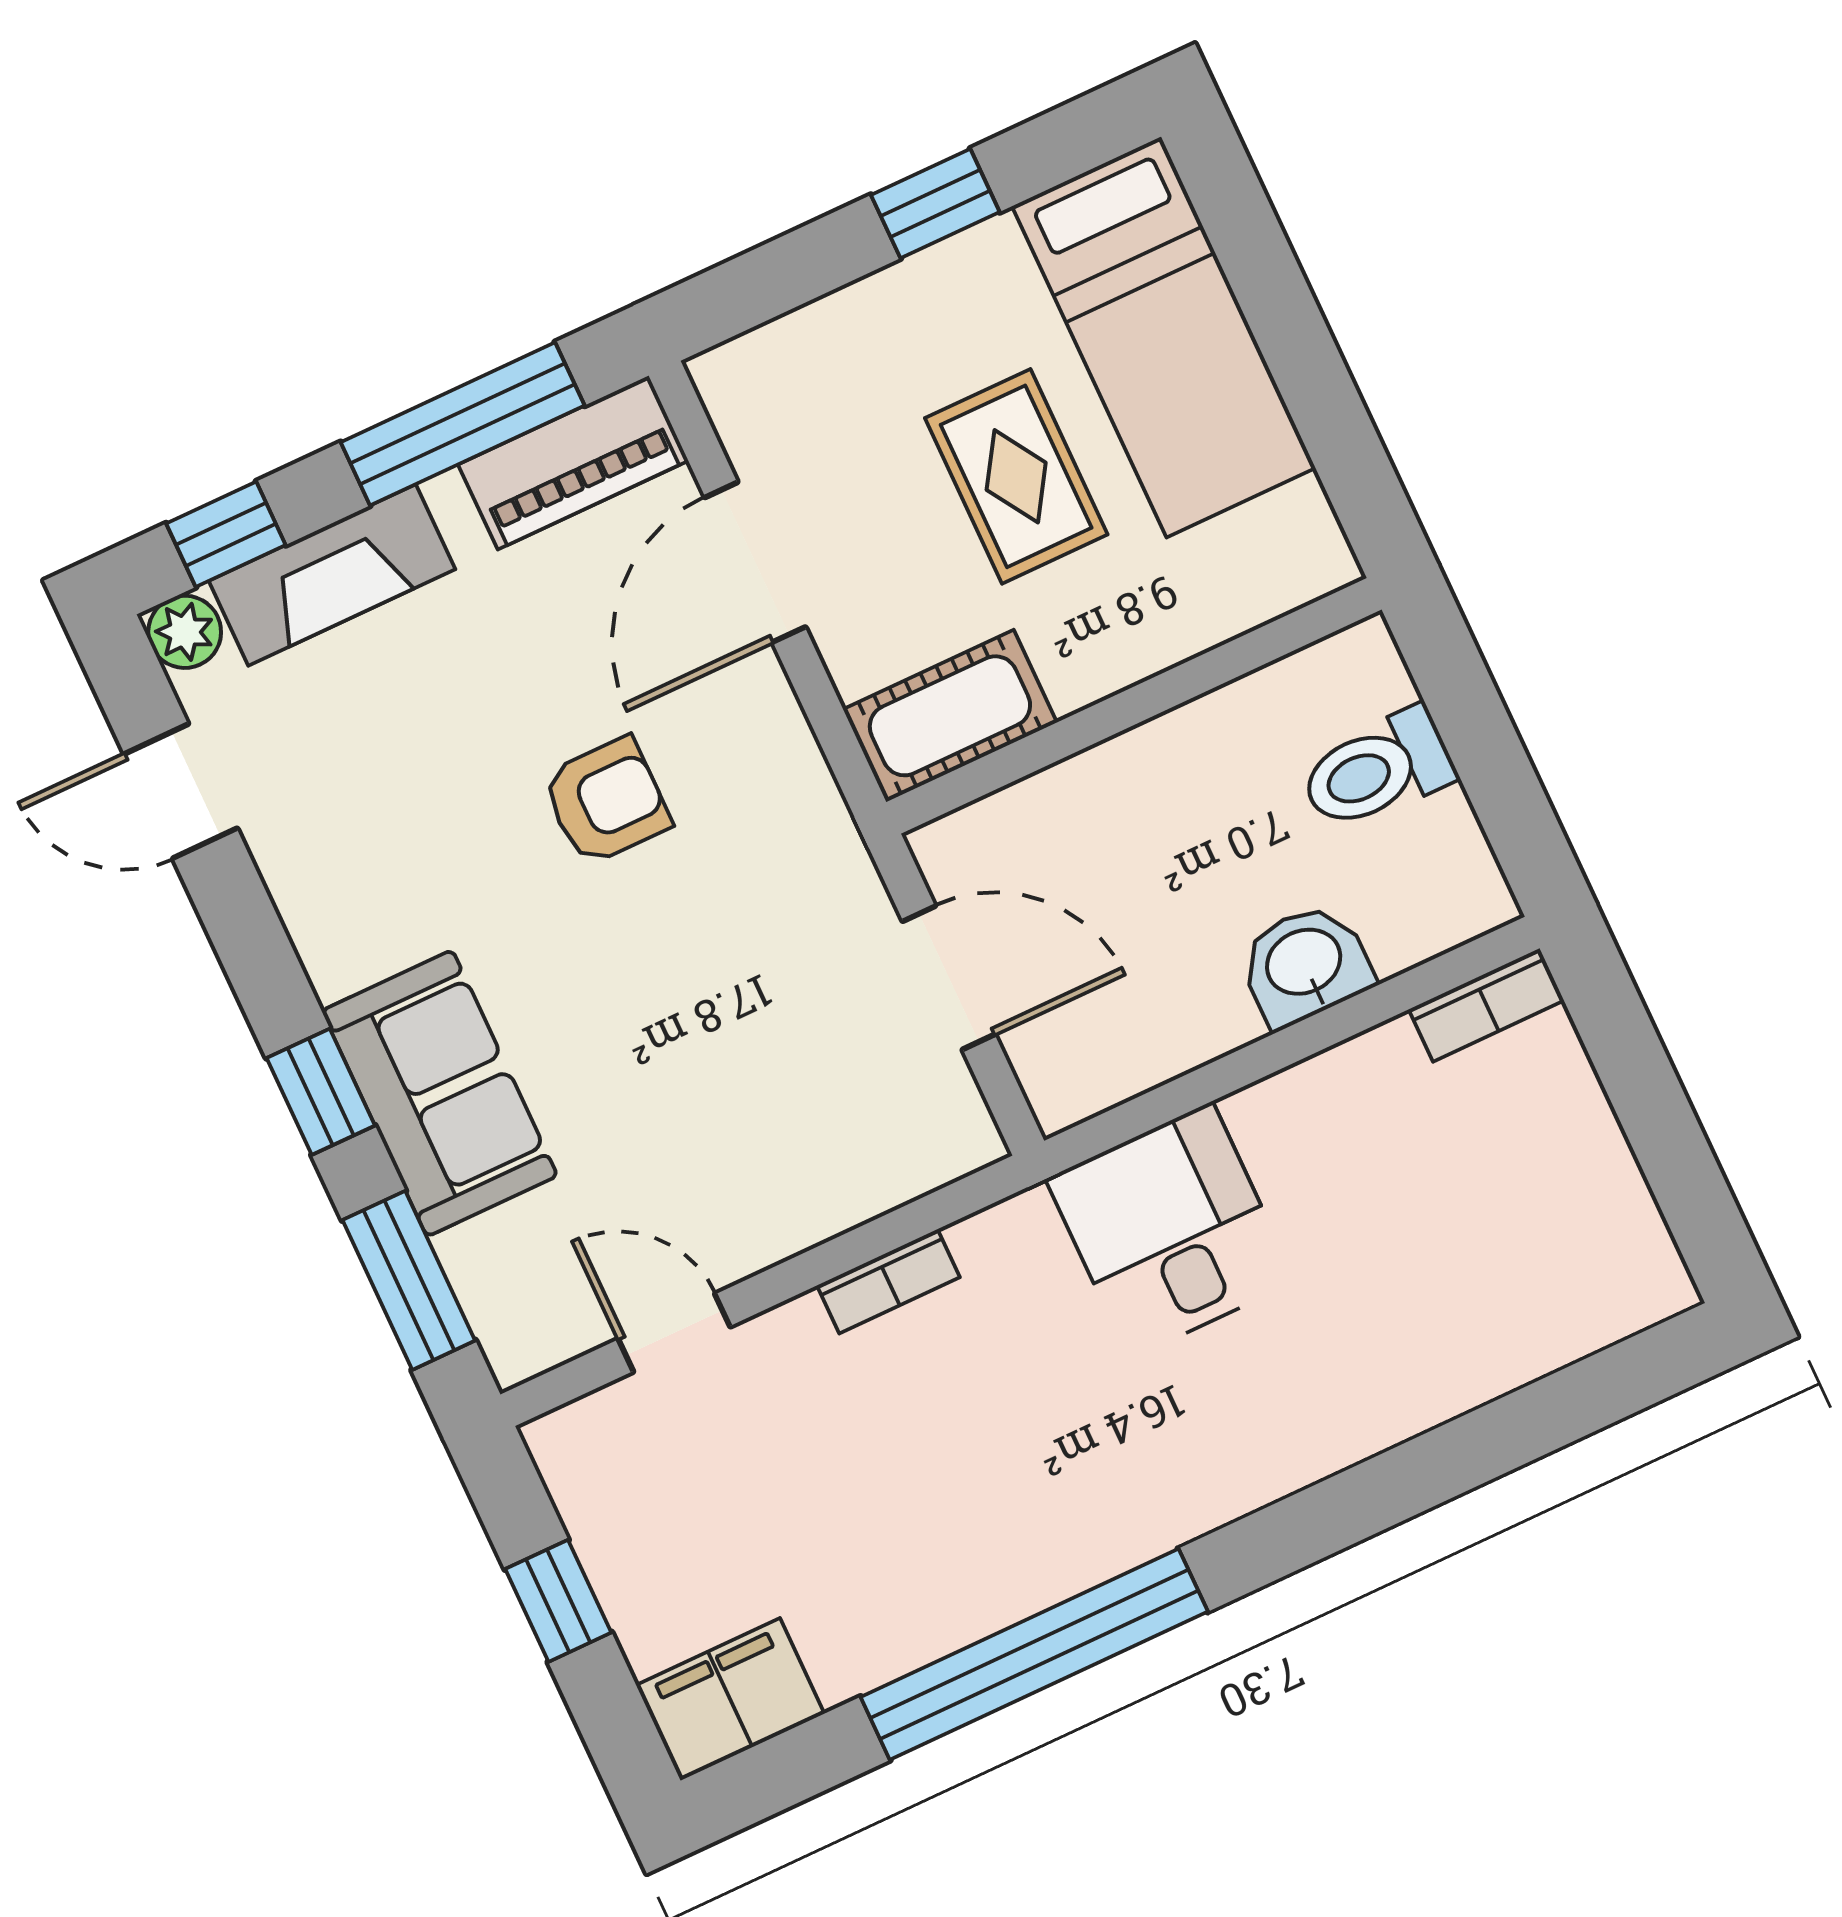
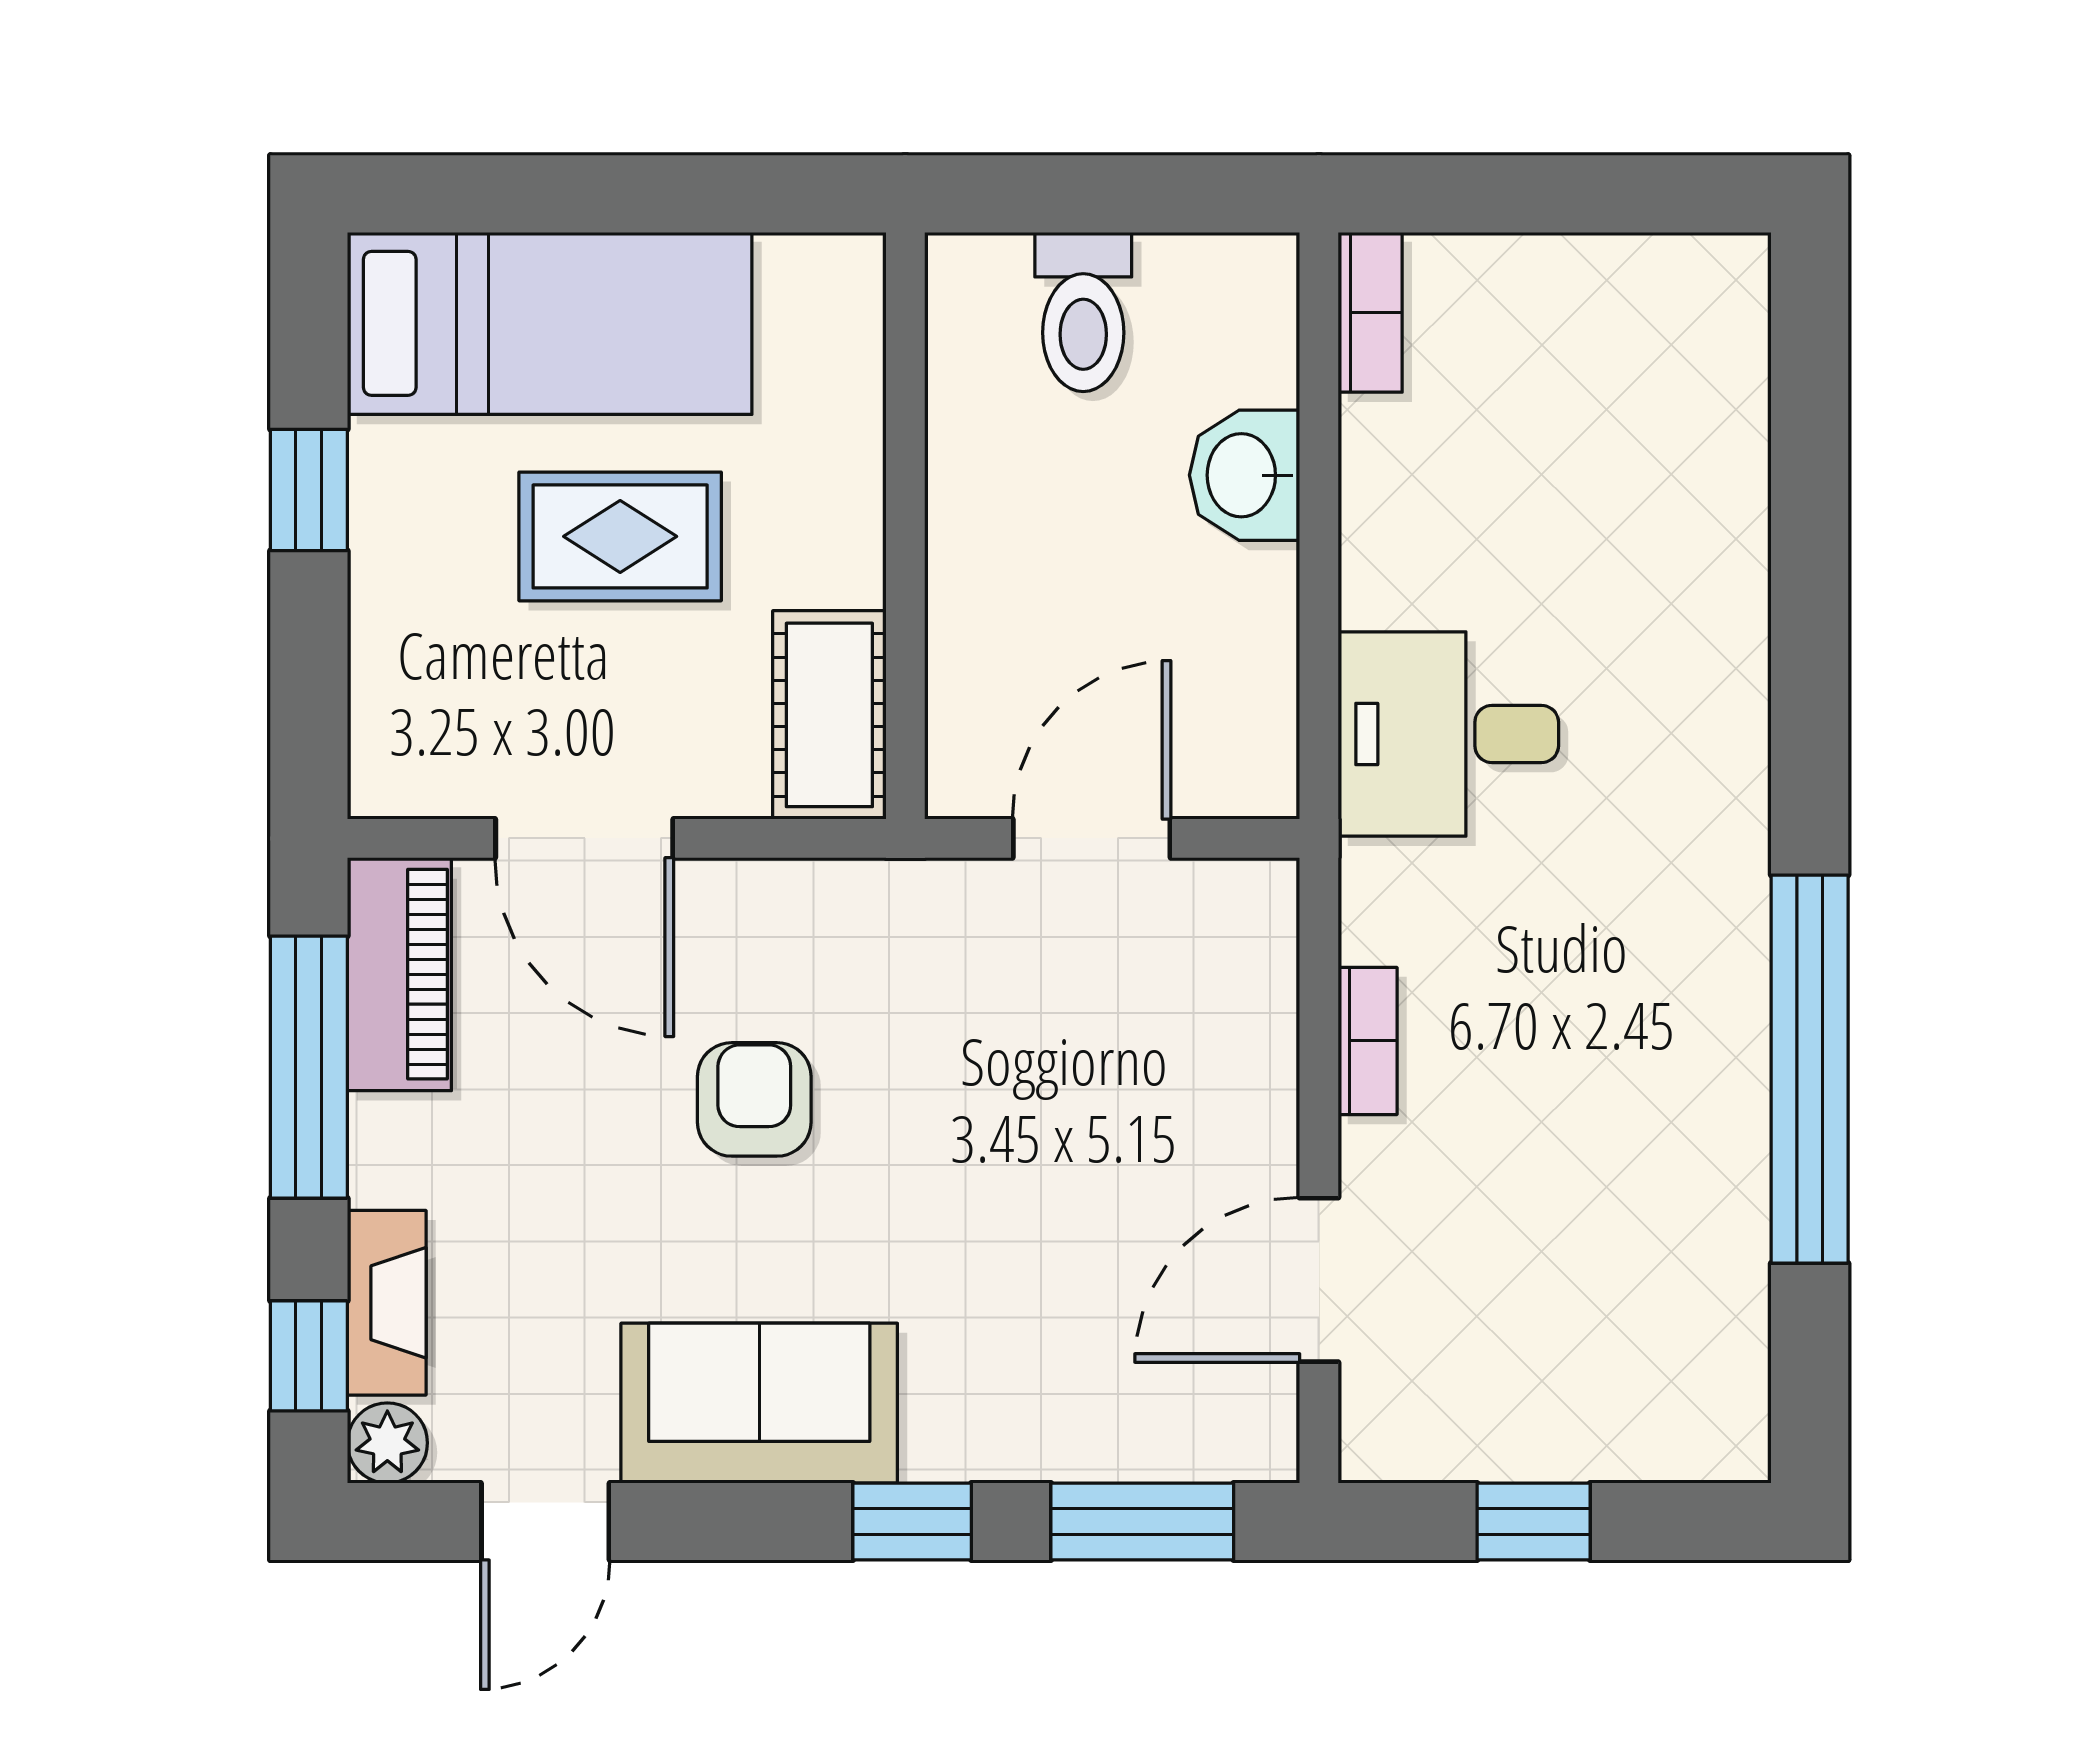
fireplace: (332, 575) -> (387, 1303), width x0.73, depth x0.76
sofa: (440, 1093) -> (759, 1403), moved
door: (674, 1333) -> (1319, 1280), width x1.38
filing cabinet: (730, 1699) -> (1713, 1395), removed

